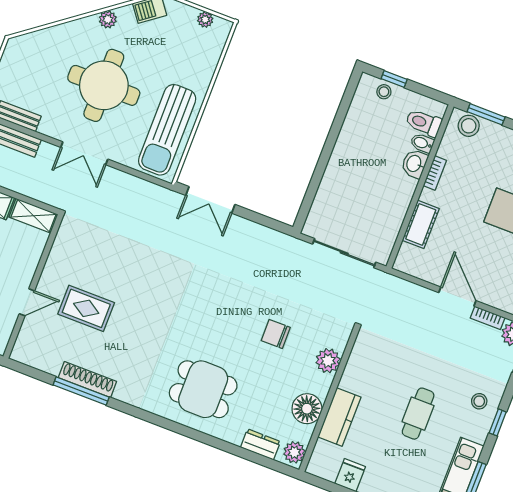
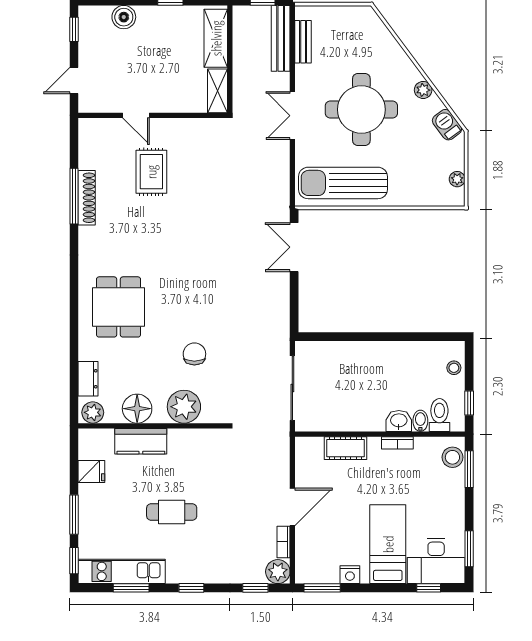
window: (394, 79) -> (469, 403), moved
plant: (328, 361) -> (184, 407), width x1.36, depth x1.36
stool: (479, 401) -> (204, 564), removed

